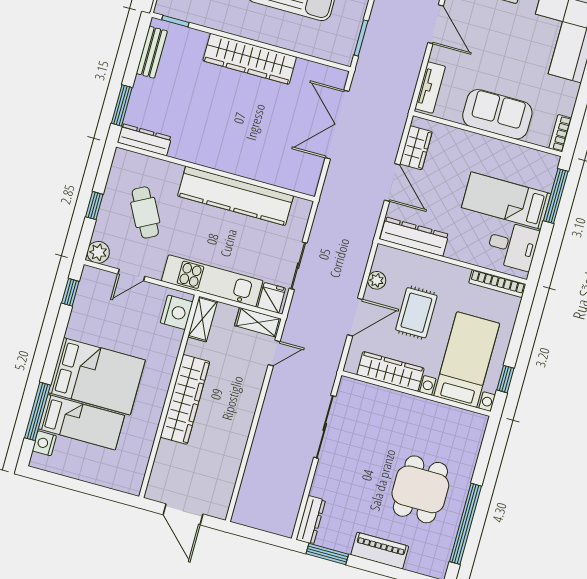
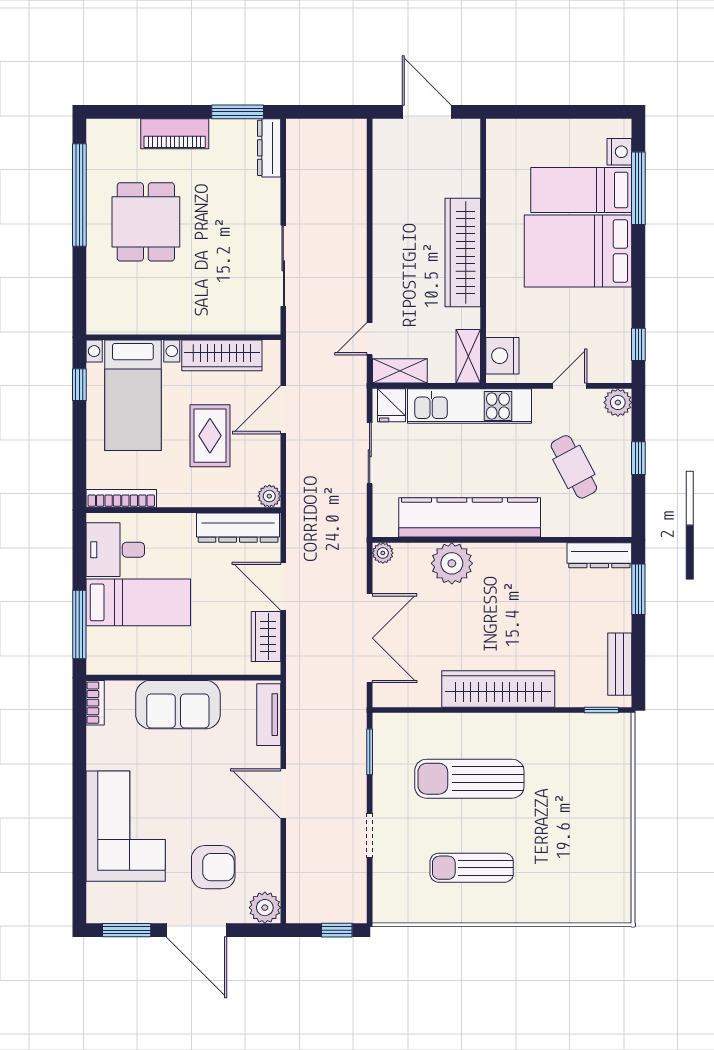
plant: (259, 164) -> (452, 563), added
plant: (309, 187) -> (383, 553), added
plant: (377, 280) -> (269, 496), moved

